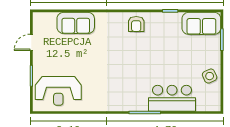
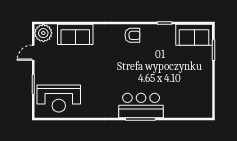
plant: (42, 22) -> (43, 33), added
armchair: (136, 24) -> (132, 35), turned -90
side table: (210, 76) -> (202, 85), removed
bar counter: (172, 98) -> (141, 106), moved

